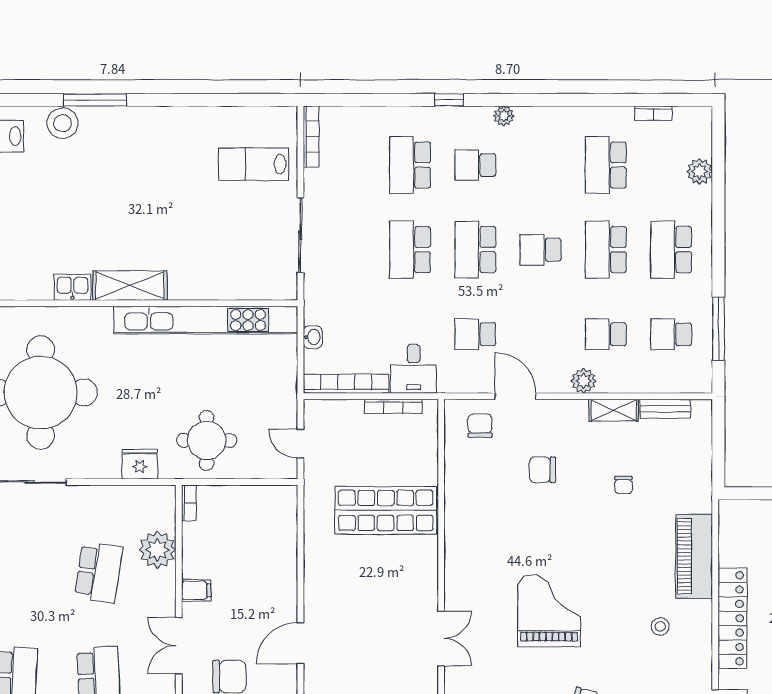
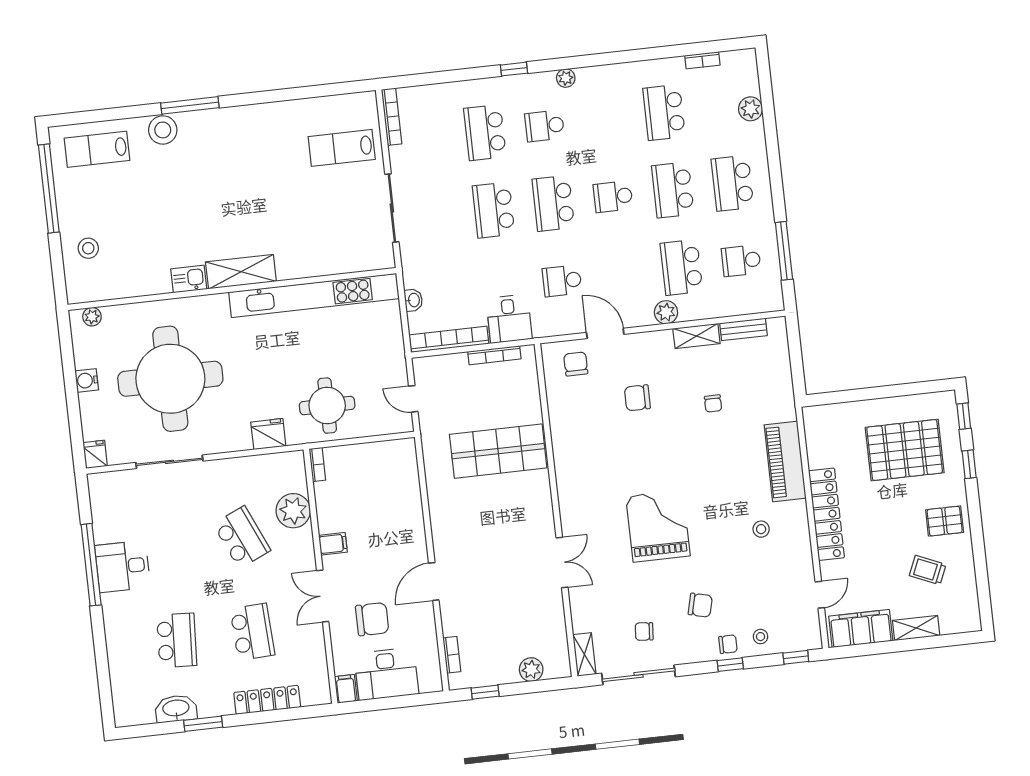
school desk: (606, 334) -> (681, 267), width x1.85
school desk: (99, 572) -> (242, 537), turned -33

